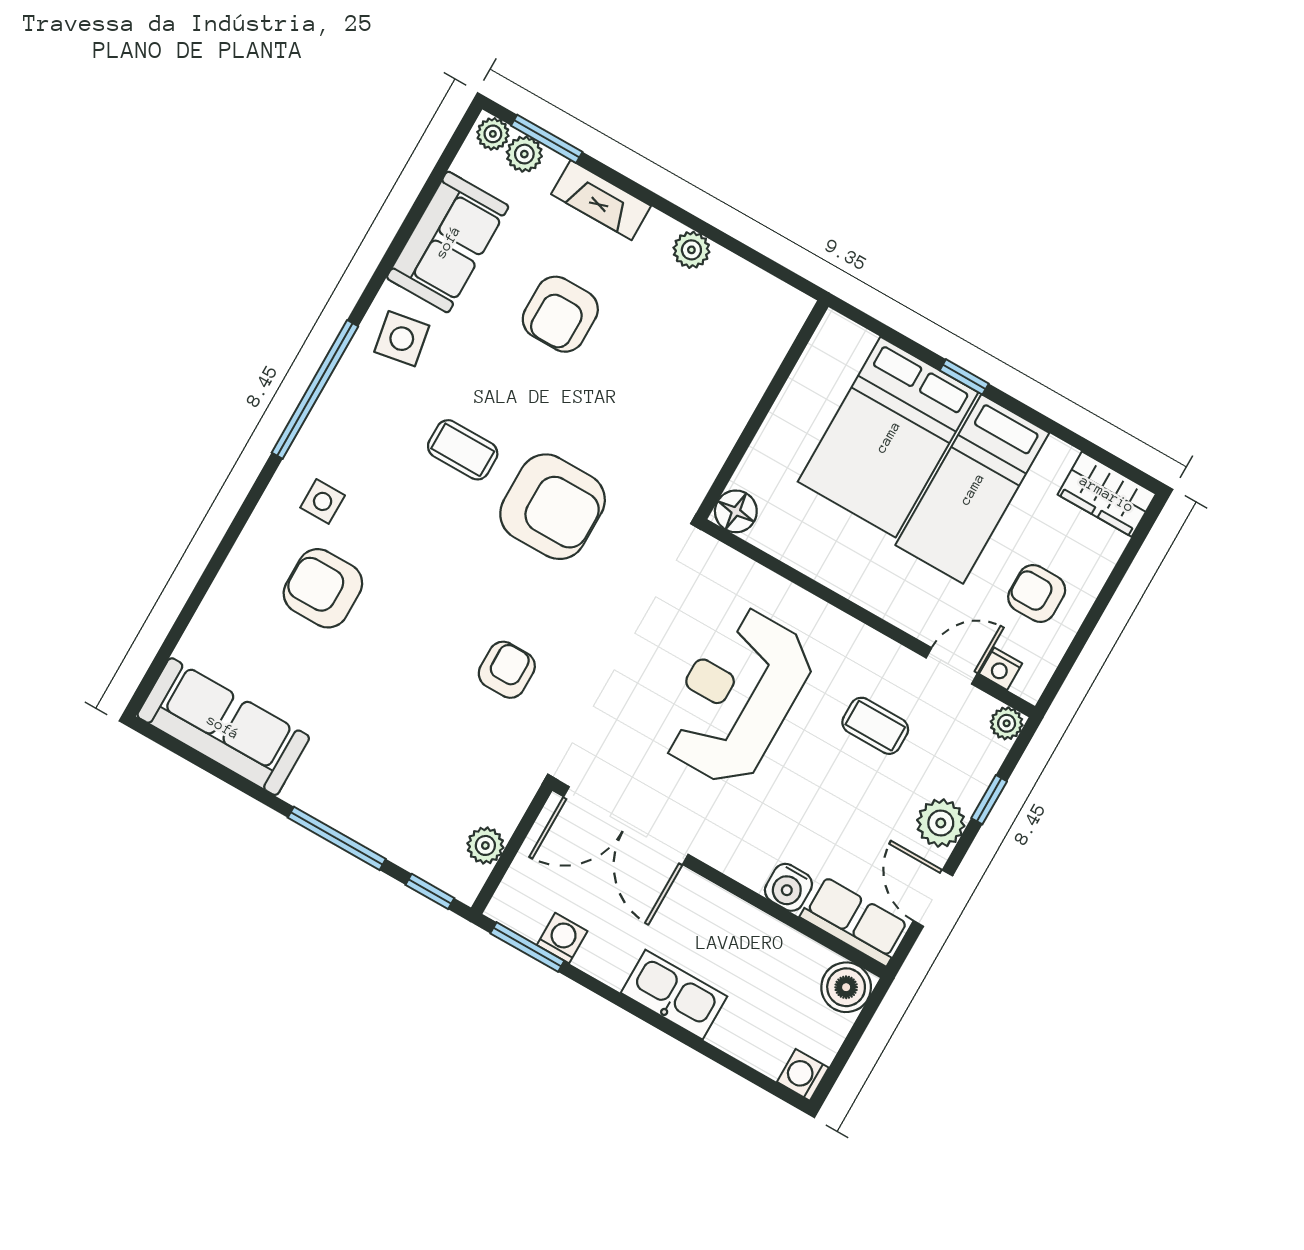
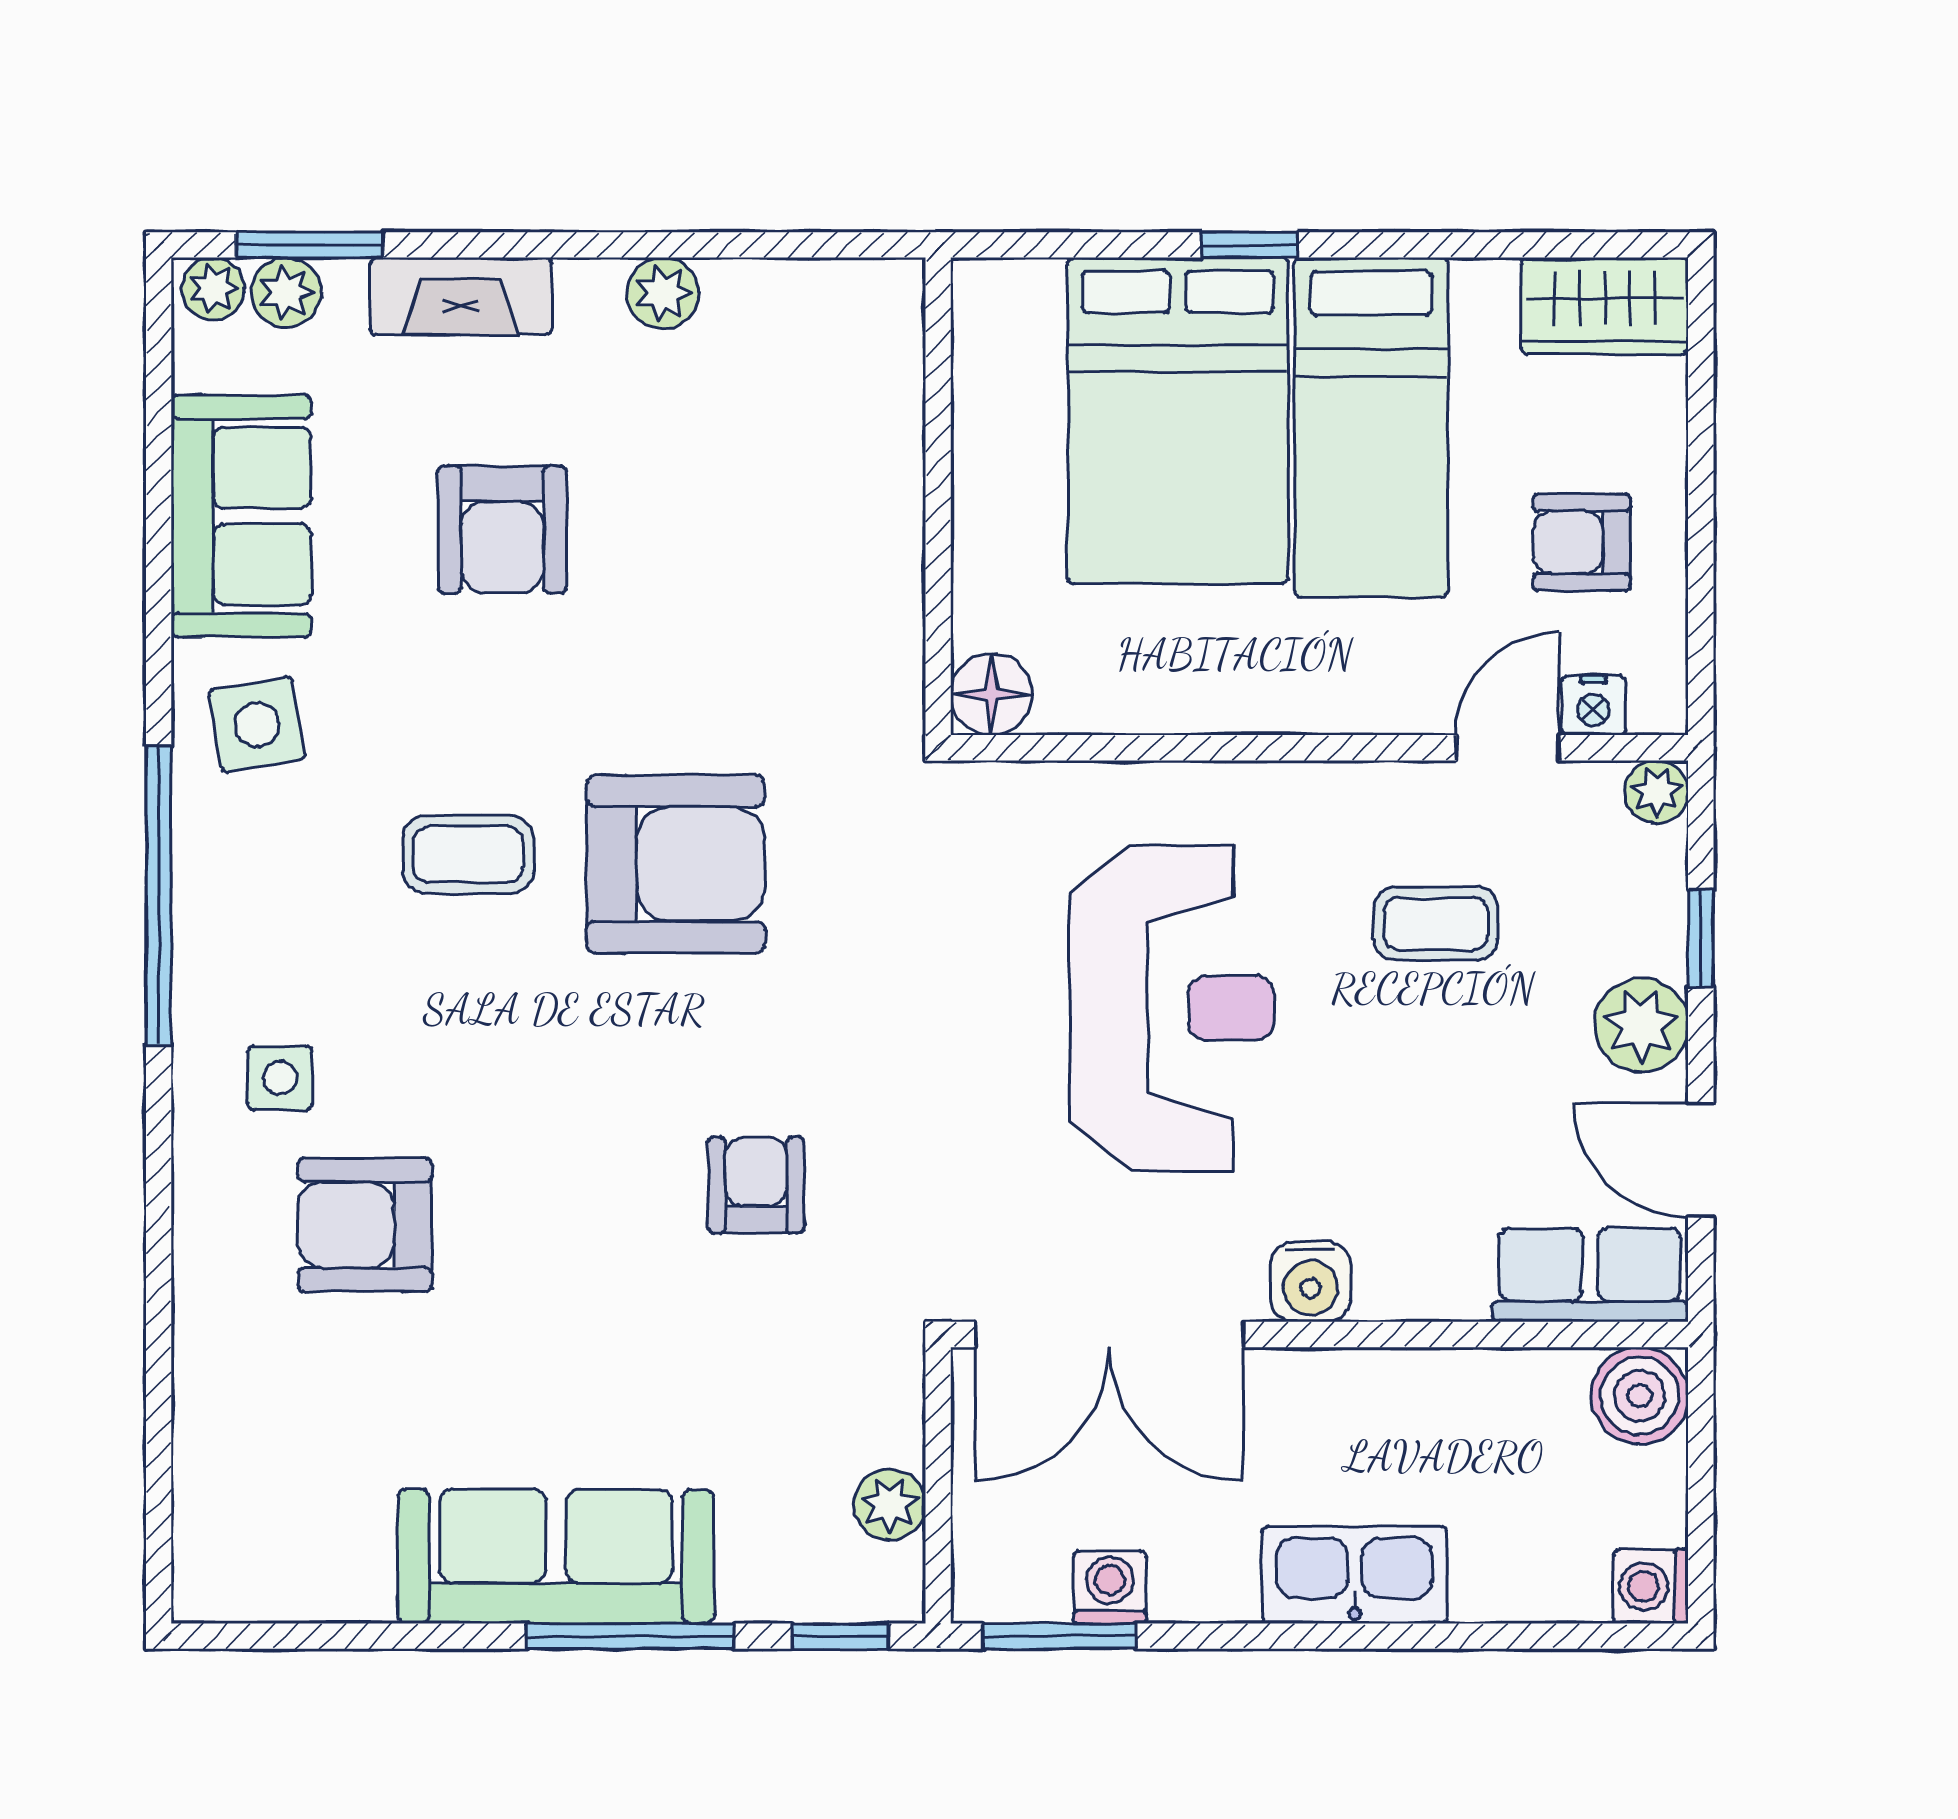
reception desk: (736, 696) -> (1172, 1008), turned 180
sofa: (223, 727) -> (556, 1556), moved
water cooler: (788, 887) -> (1311, 1282), moved

